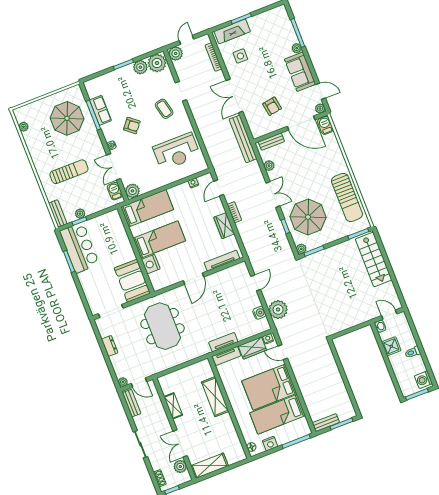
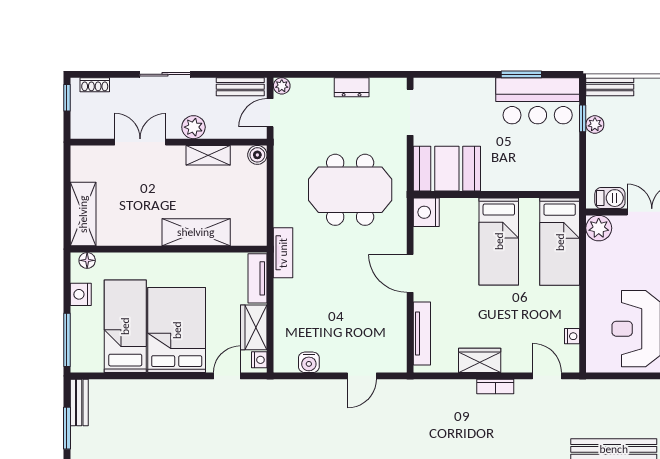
nightstand: (151, 264) -> (426, 212), moved, turned -90
door: (256, 283) -> (362, 376), hinge flipped
plant: (278, 310) -> (302, 396), removed
tv unit: (223, 342) -> (283, 253), moved
boiler: (163, 381) -> (257, 155), added
shelving: (210, 466) -> (83, 214), moved
plant: (180, 467) -> (193, 127), moved

